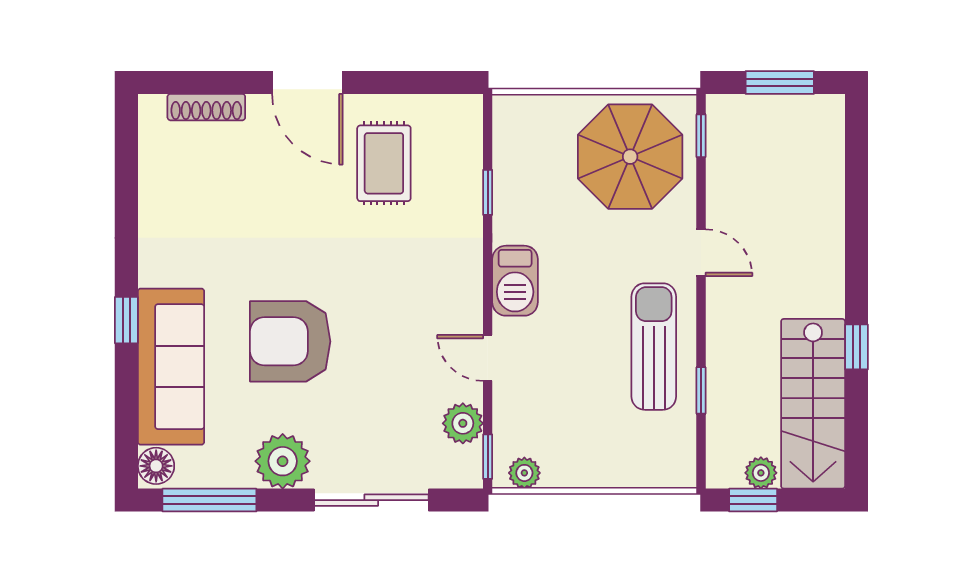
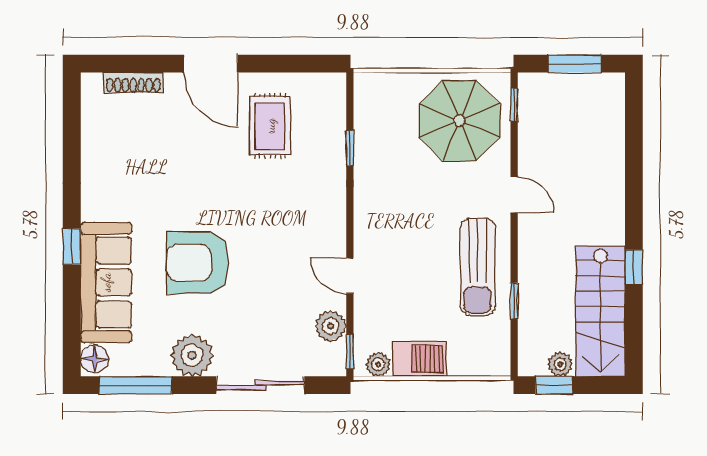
barbecue: (515, 281) -> (419, 359), moved, turned -90
sun lounger: (654, 347) -> (478, 267), turned 180

